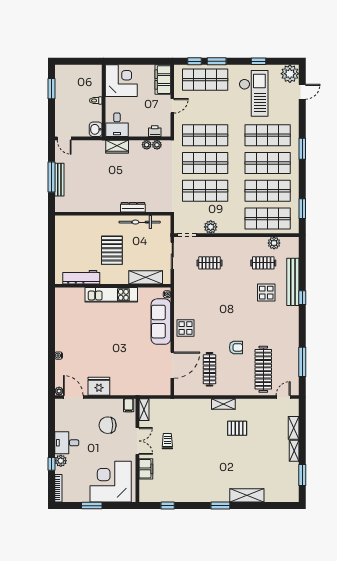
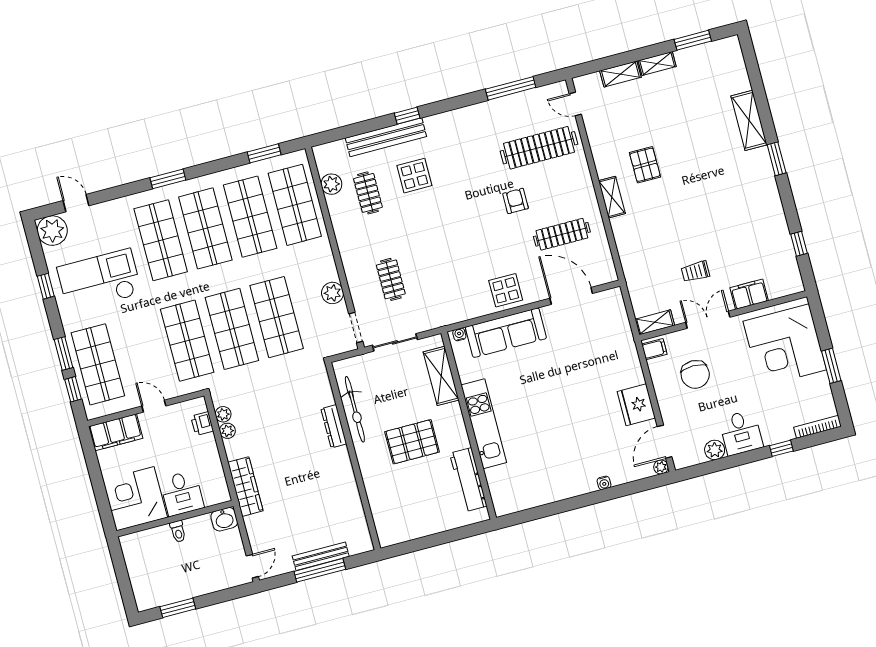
desk: (117, 125) -> (182, 493), moved, turned 90
wardrobe: (117, 147) -> (245, 487), width x1.50
plant: (61, 461) -> (715, 450), moved

